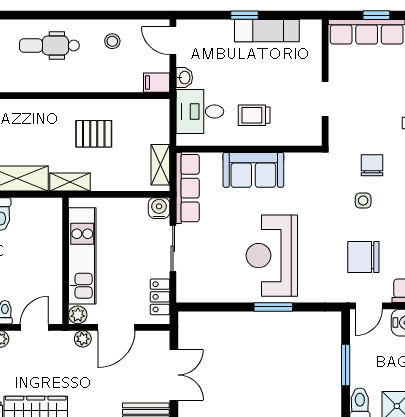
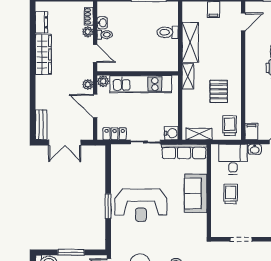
trolley: (147, 117) -> (230, 126), added
reception desk: (272, 256) -> (141, 205), turned 180

